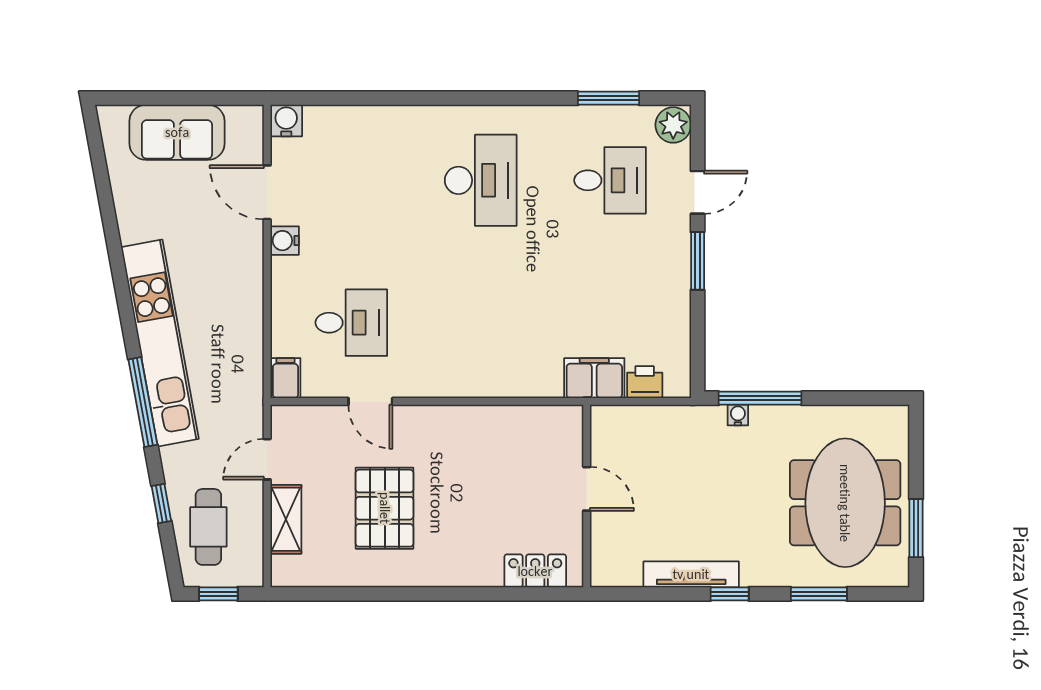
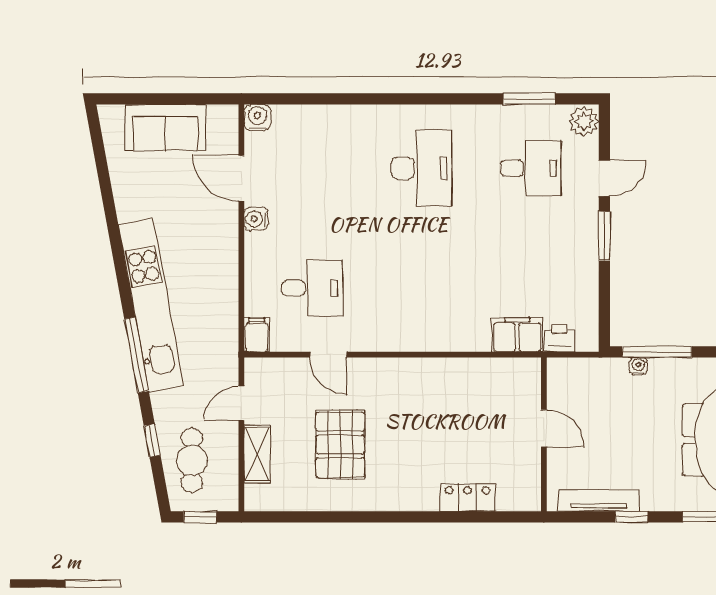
door: (587, 489) -> (544, 428), moved
wall: (587, 496) -> (544, 434), moved

